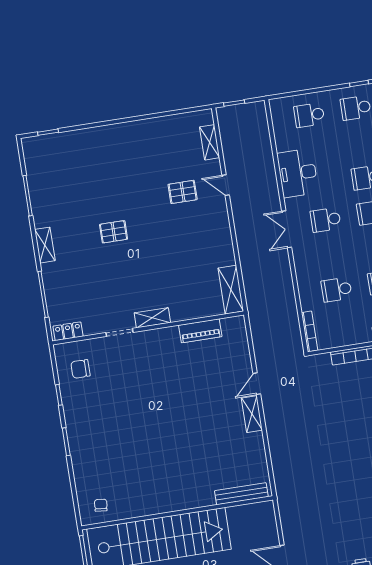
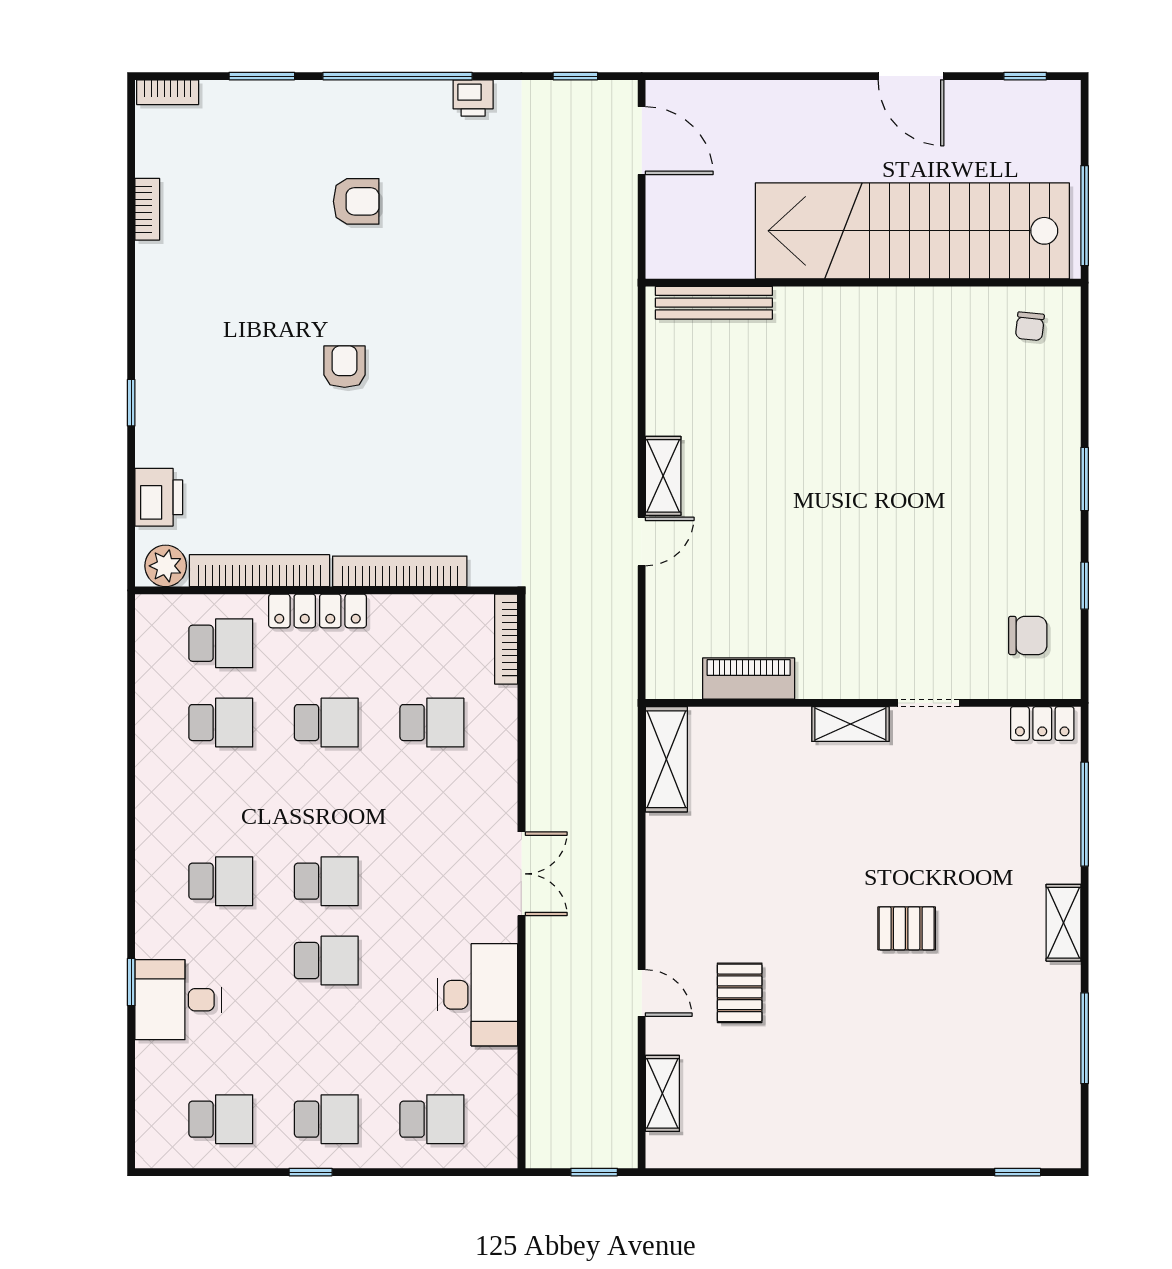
pallet: (183, 192) -> (740, 993), turned 90
school desk: (326, 220) -> (432, 881), removed

